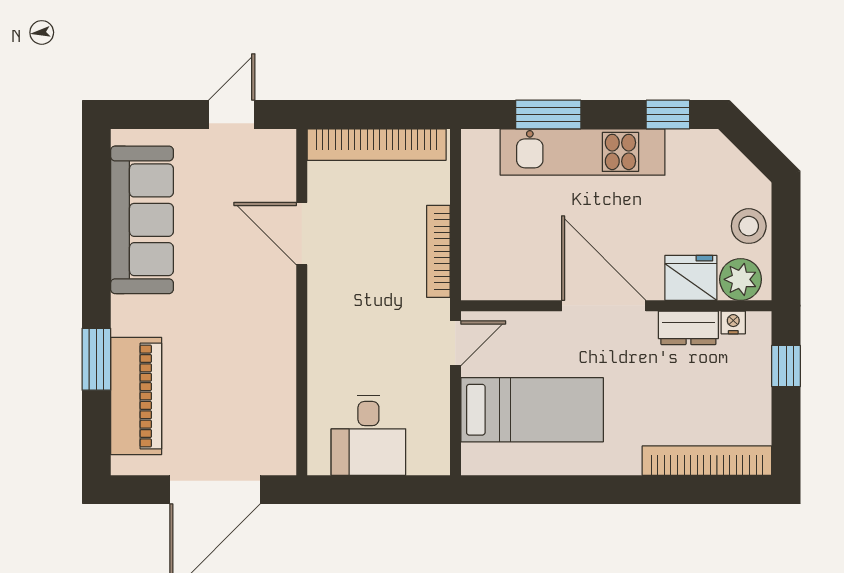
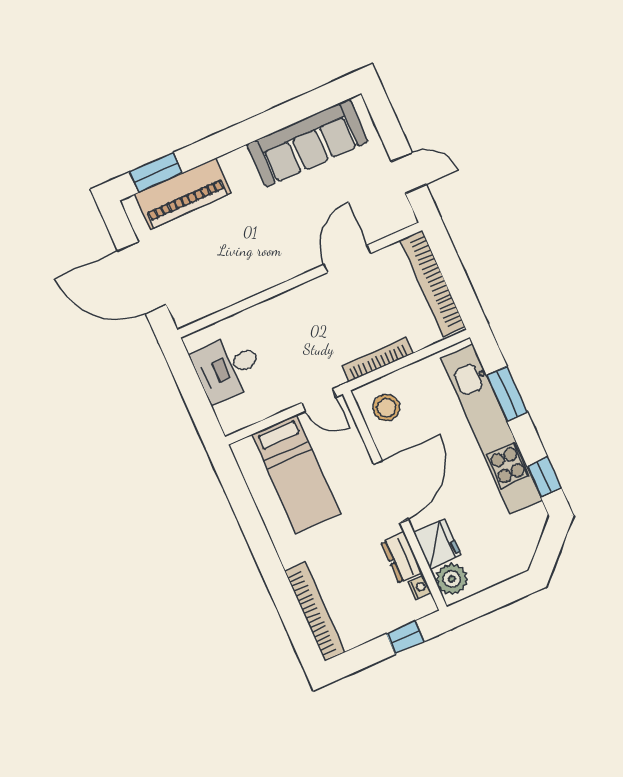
kitchen unit: (583, 152) -> (491, 429), width x1.36
stool: (749, 226) -> (386, 408), moved
window: (96, 359) -> (156, 172), moved

